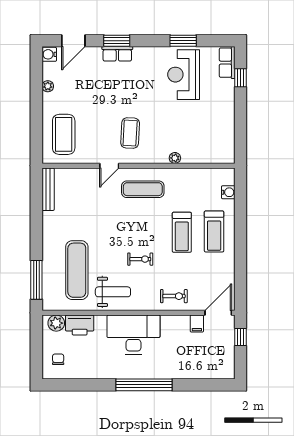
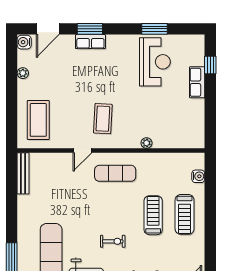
row of seats: (227, 63) -> (197, 82), moved
reception desk: (184, 75) -> (155, 62), turned 180
treadmill: (182, 232) -> (153, 215), turned 180

